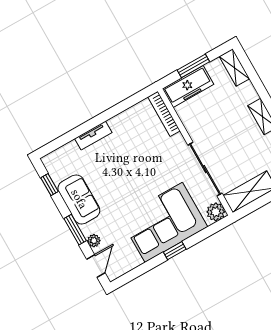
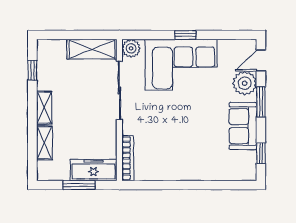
shelving: (234, 68) -> (44, 143), moved
tv unit: (93, 136) -> (199, 174), removed
plant: (94, 241) -> (245, 83), width x1.88, depth x1.88

